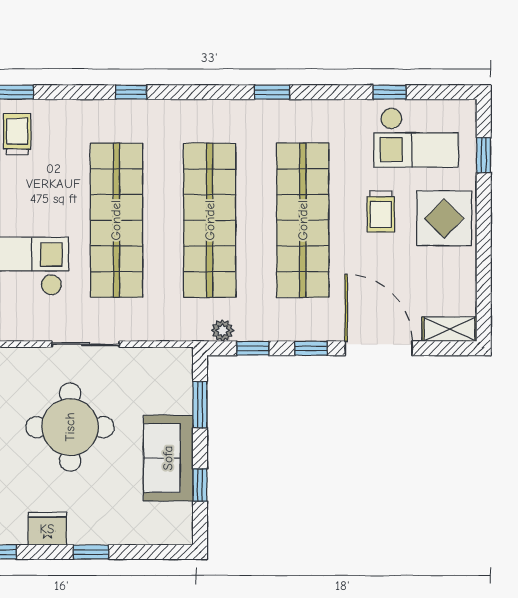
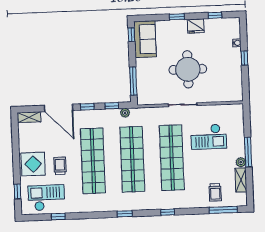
window: (272, 92) -> (125, 214), moved
window: (200, 405) -> (133, 81), width x1.44
sofa: (168, 458) -> (145, 39), moved
window: (200, 485) -> (131, 35), moved

